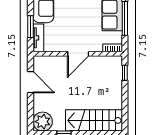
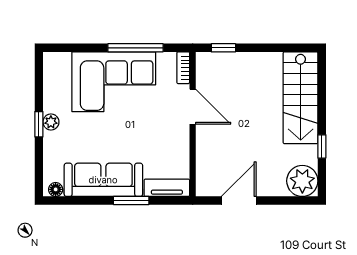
window: (31, 27) -> (131, 201), moved
door: (78, 54) -> (193, 107), moved

